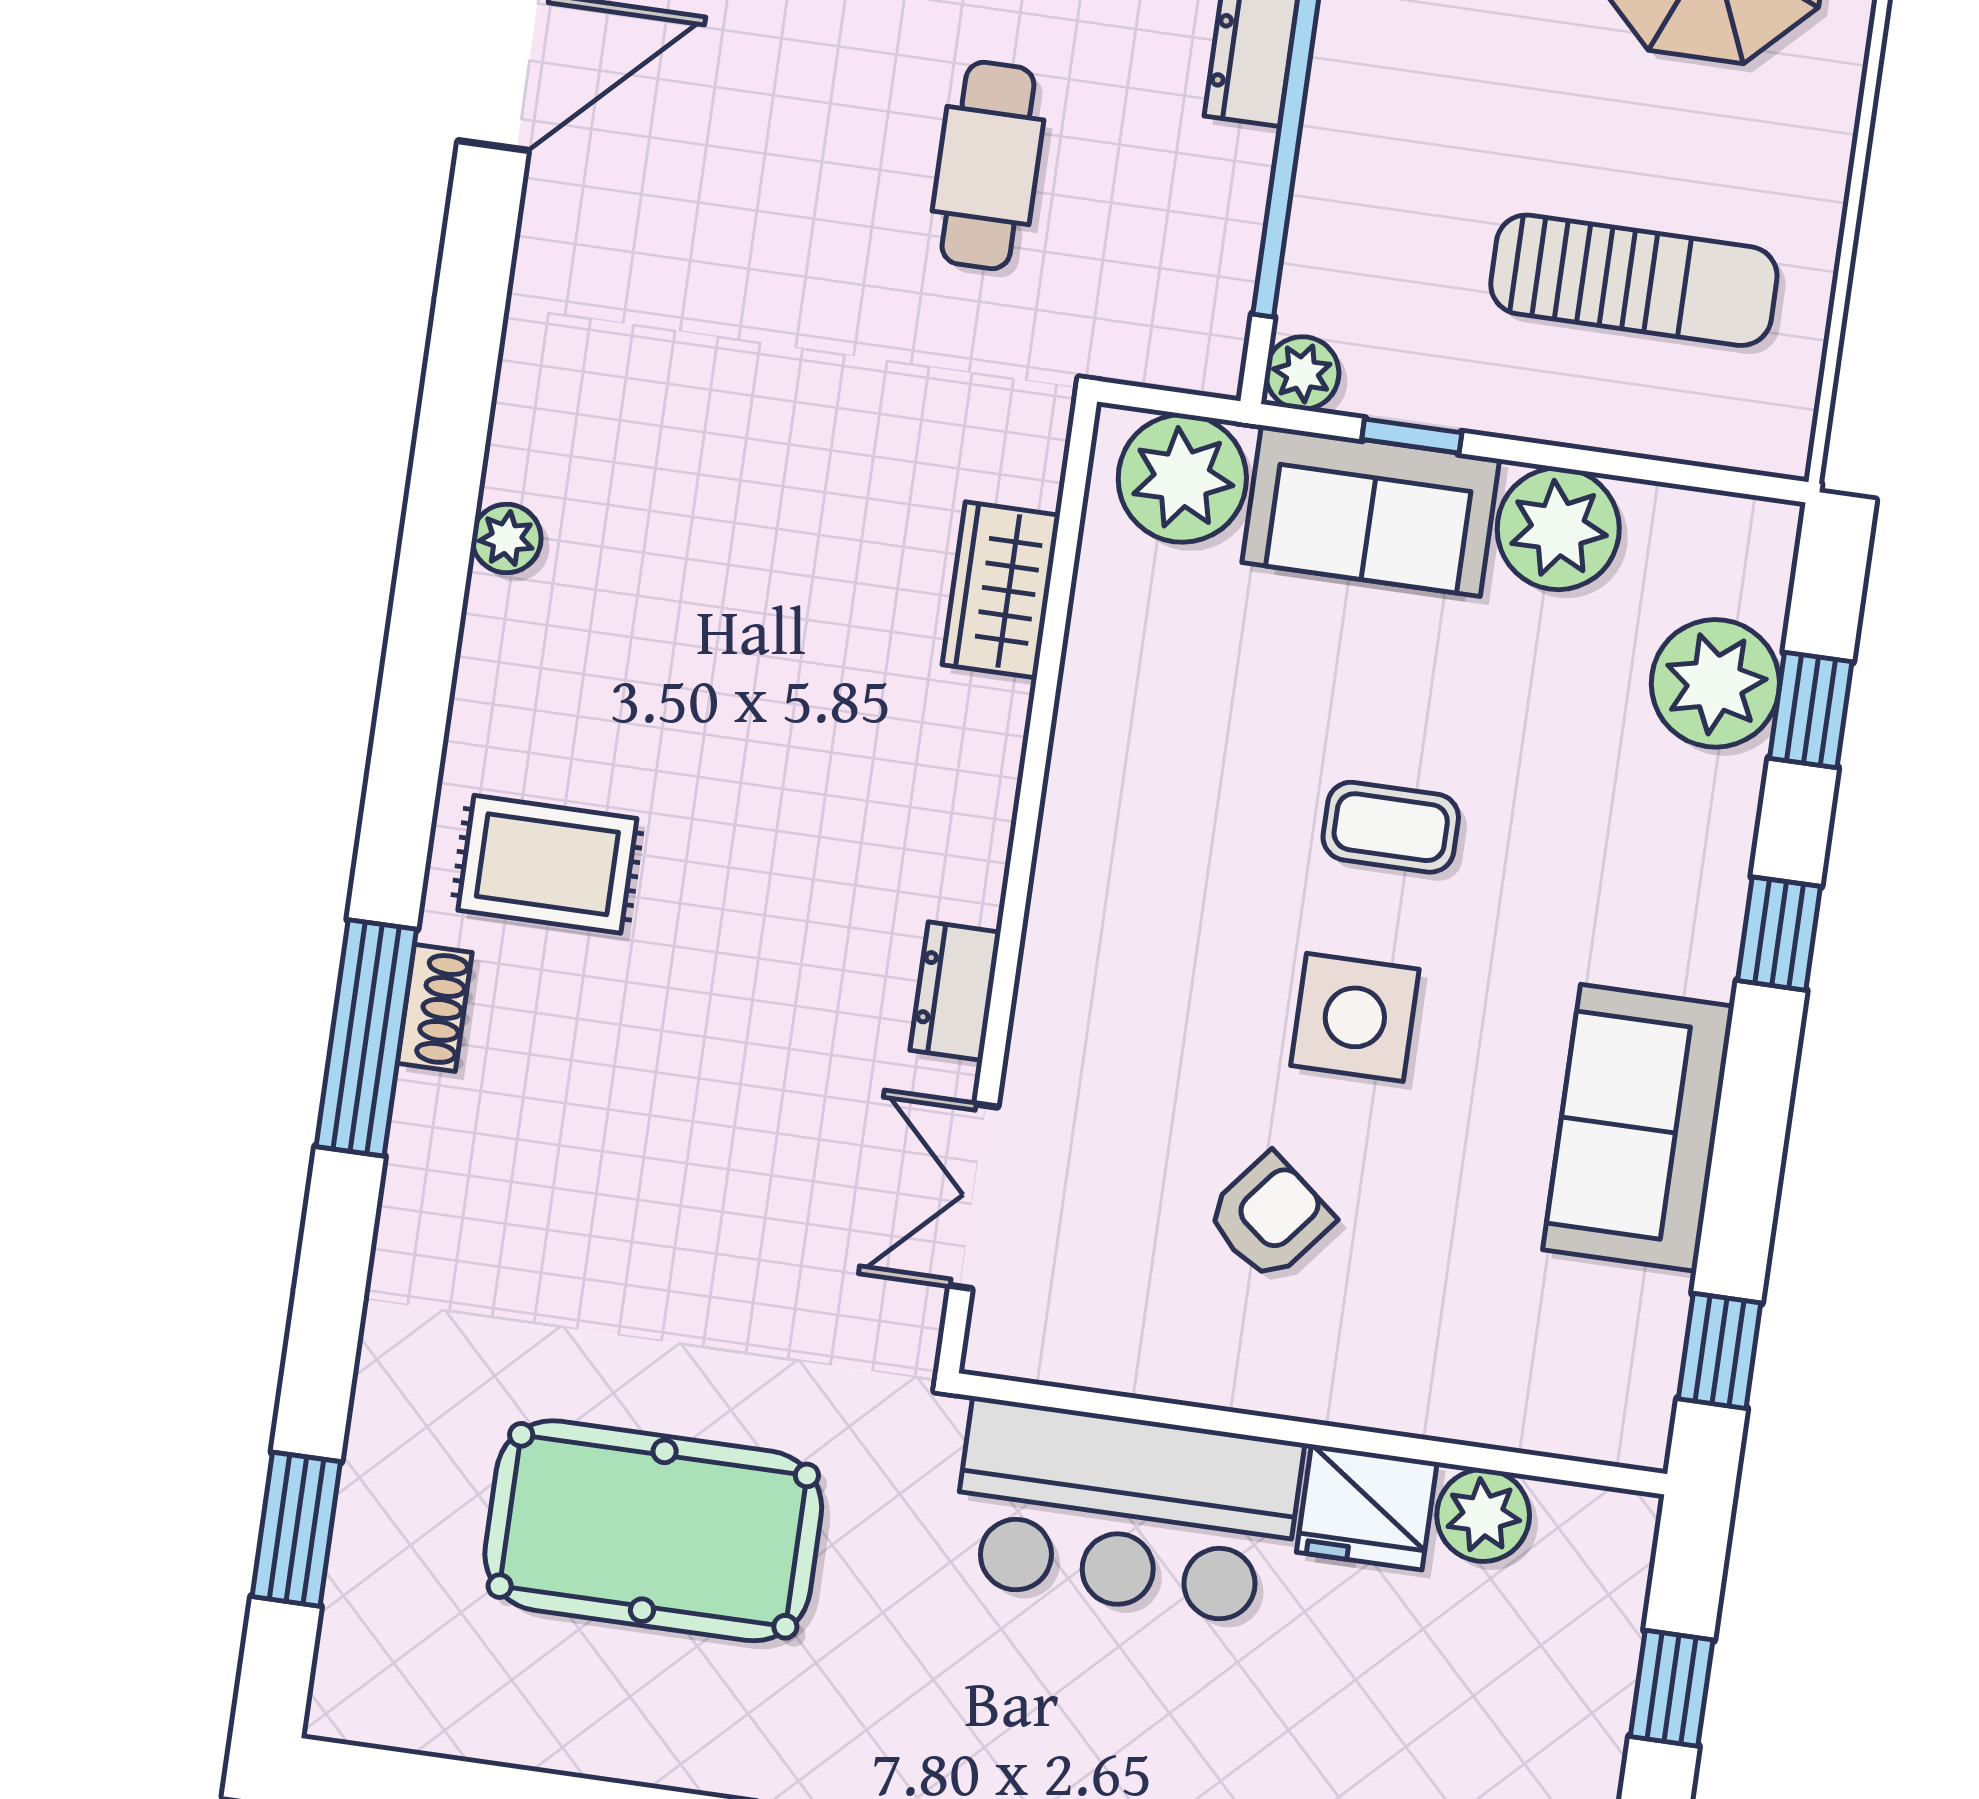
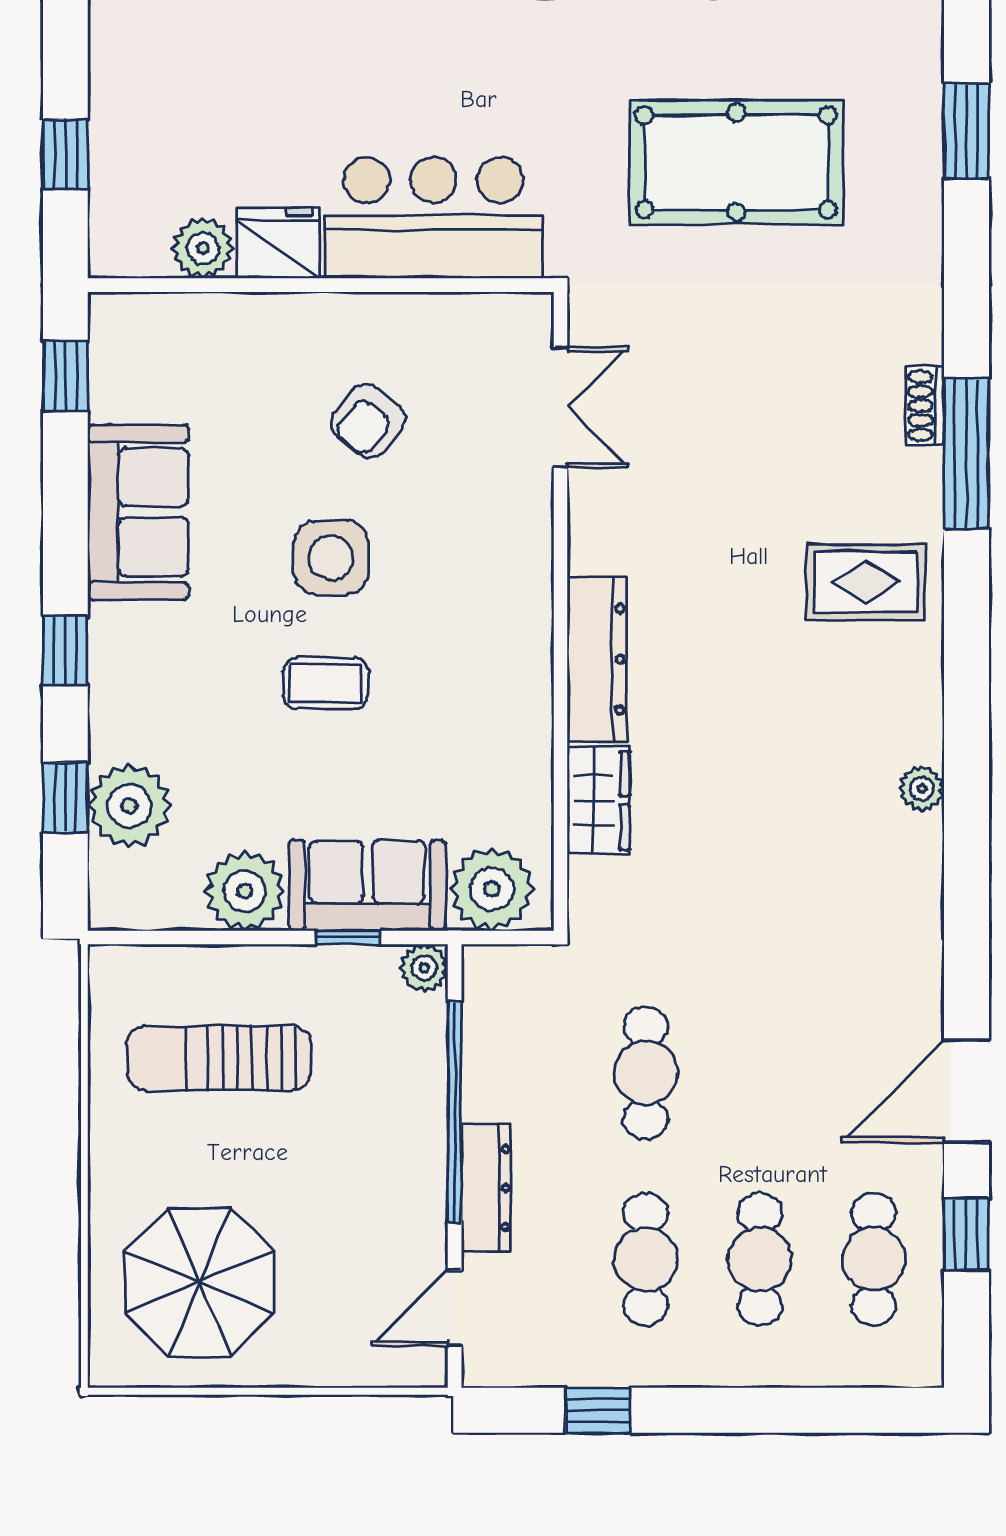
dresser: (955, 991) -> (597, 659), moved, width x1.96, depth x1.24
shoe rack: (435, 1008) -> (925, 406), moved

